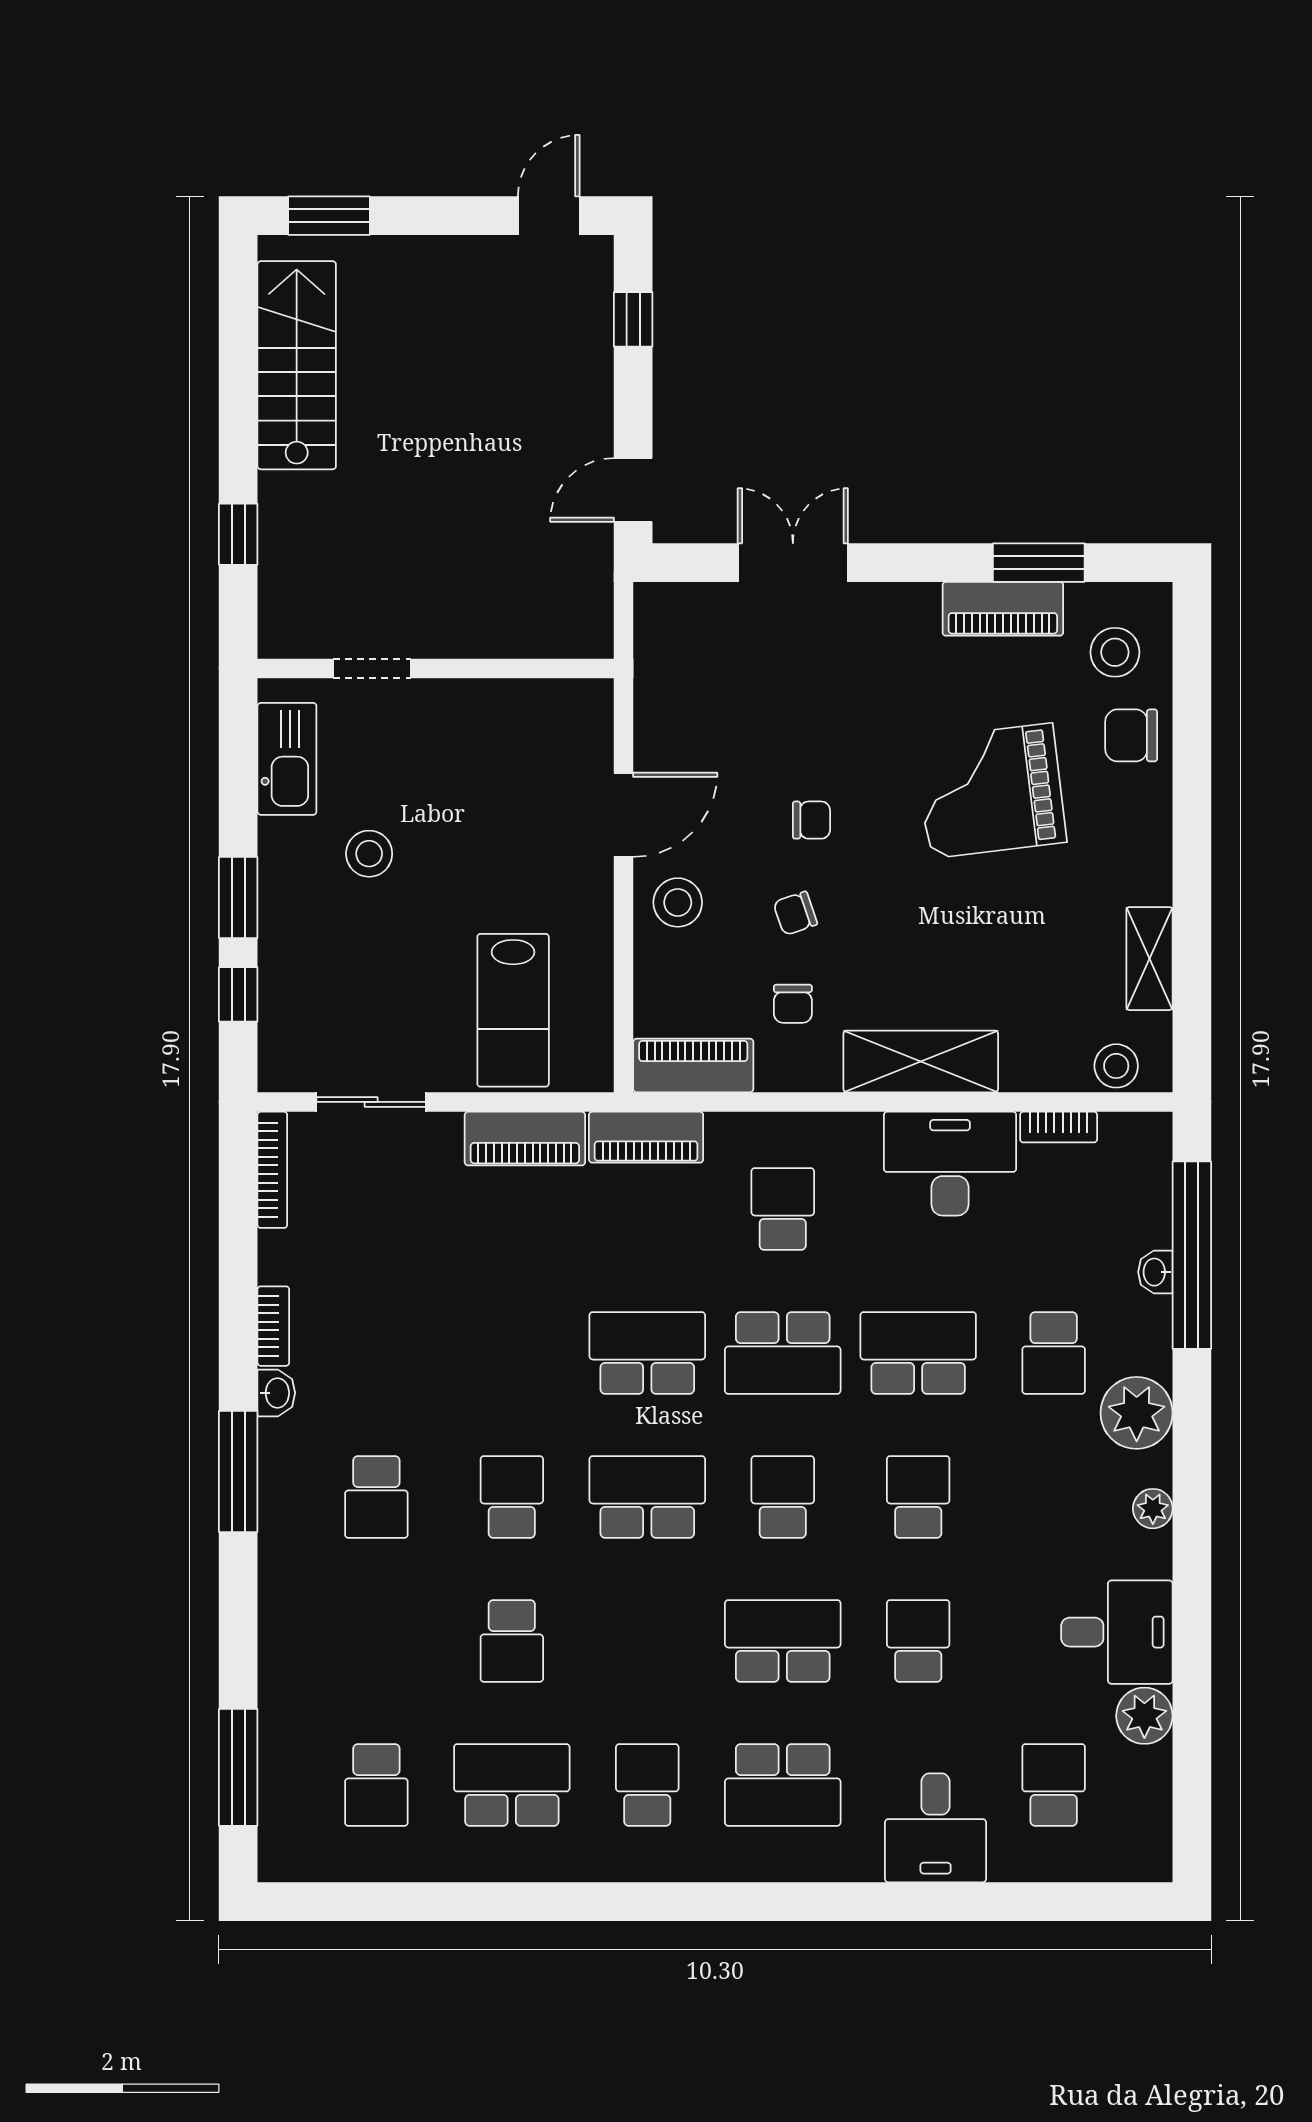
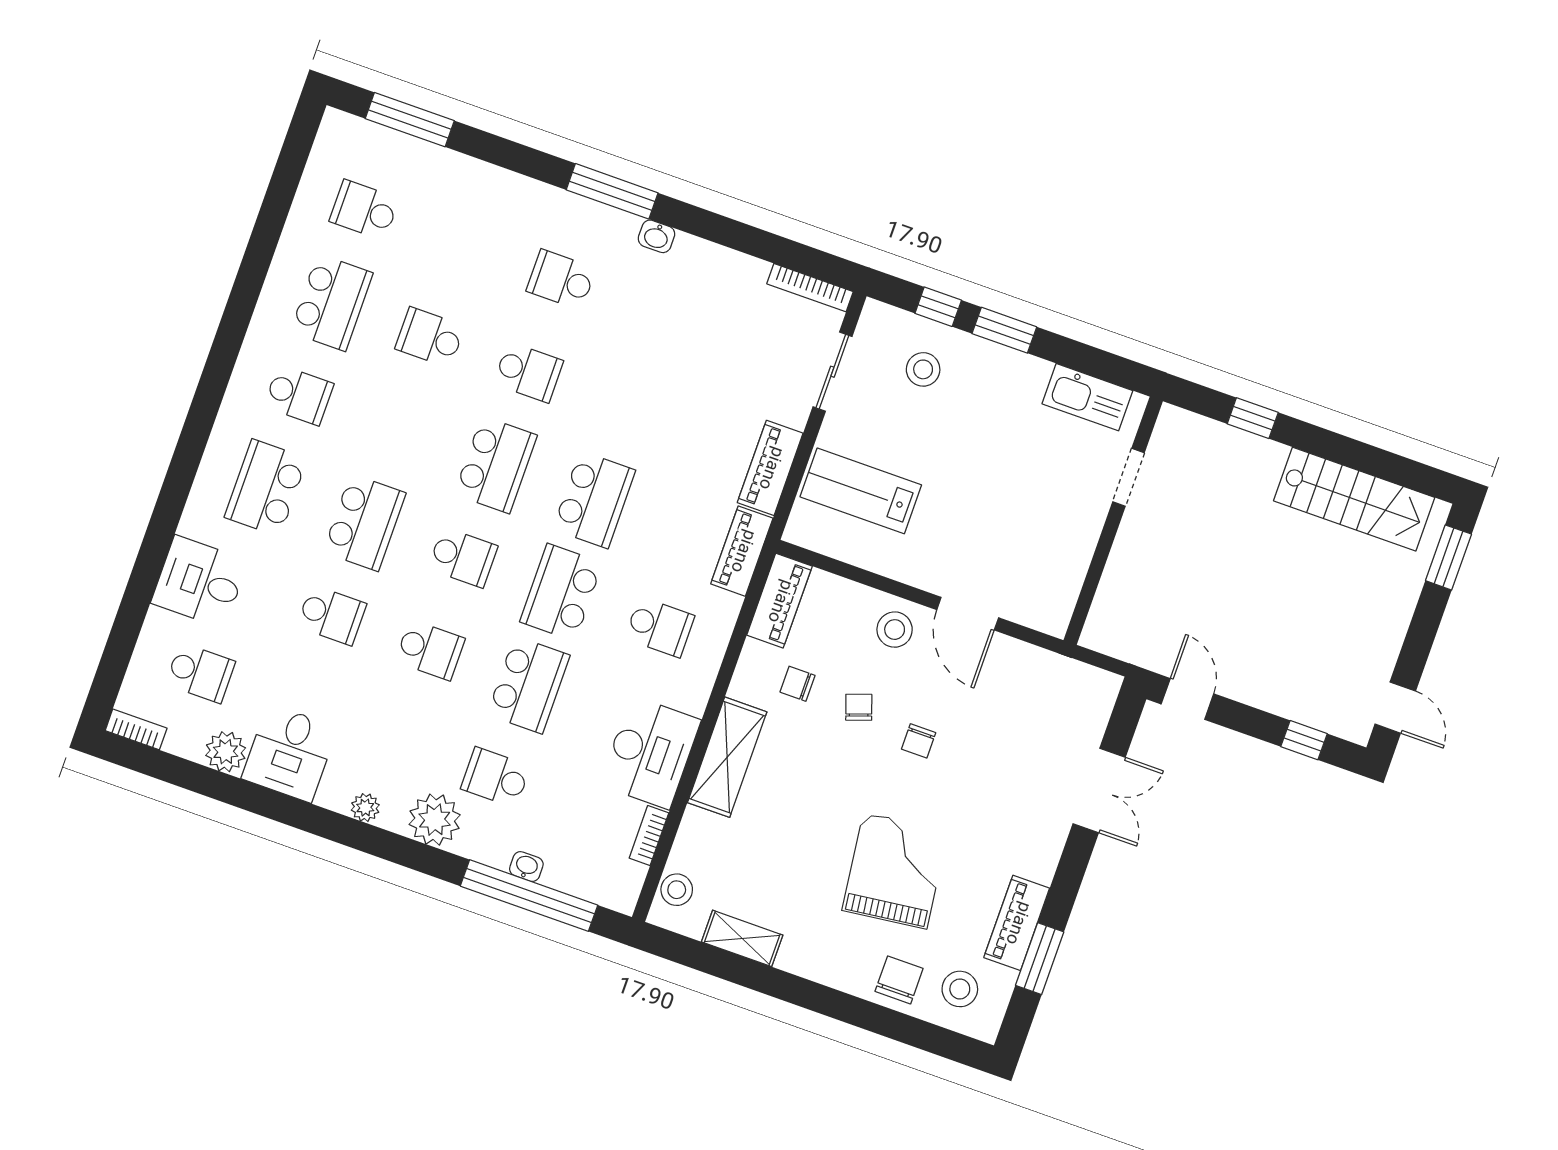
stool: (369, 854) -> (923, 369), moved
bookcase: (273, 1326) -> (136, 729), moved, turned 180

